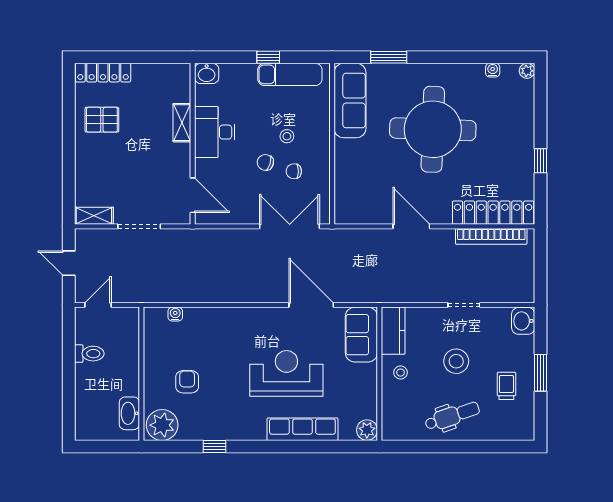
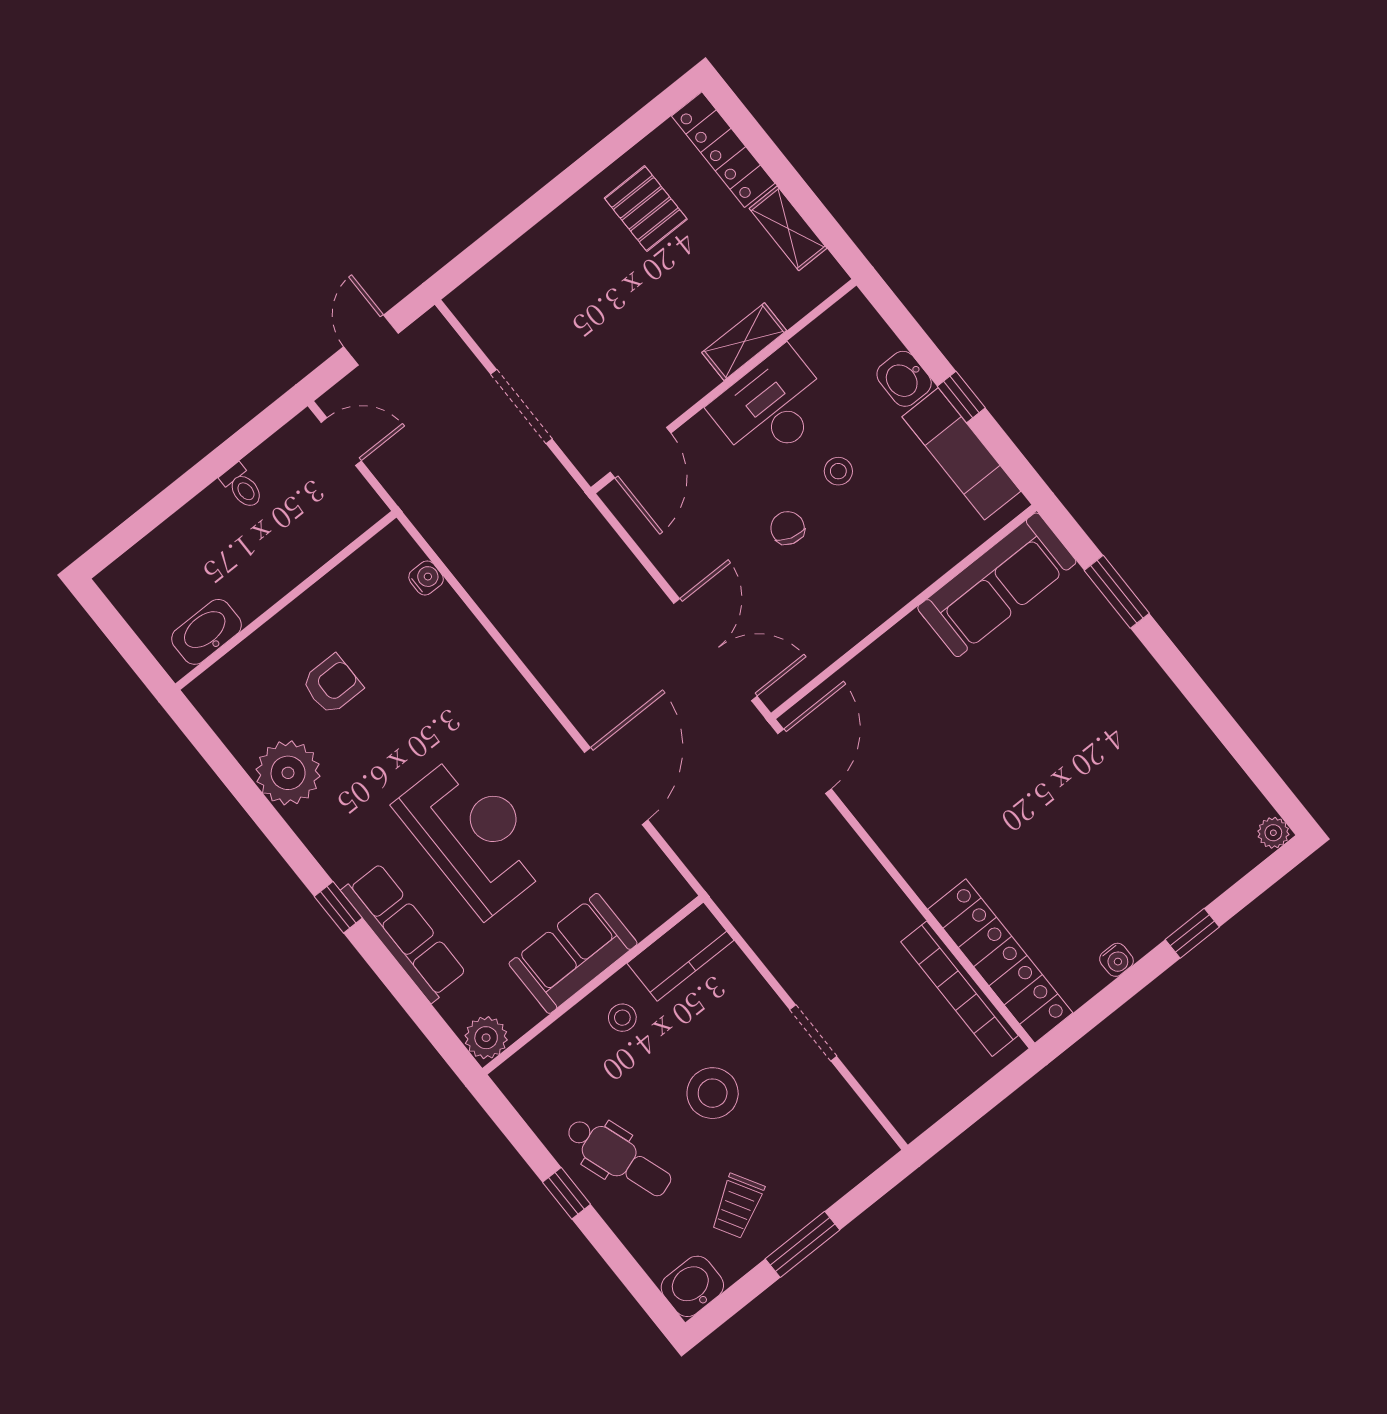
water cooler: (493, 70) -> (1116, 960), moved, turned 90
washbasin: (207, 73) -> (904, 379), moved
round table: (433, 129) -> (1057, 756), removed
stool: (287, 136) -> (838, 471), moved
window: (541, 161) -> (1192, 933), moved
chair: (294, 171) -> (810, 585), removed
shelving: (94, 216) -> (788, 228), moved
door: (411, 226) -> (805, 761), moved
washbasin: (523, 321) -> (692, 1286), moved
sofa: (361, 335) -> (573, 953), moved
toilet: (89, 354) -> (242, 486), width x0.73, depth x0.72
trolley: (506, 386) -> (737, 1206), turned 150
plant: (162, 425) -> (288, 773), moved
window: (215, 447) -> (338, 907), moved
window: (450, 447) -> (567, 1193), added

